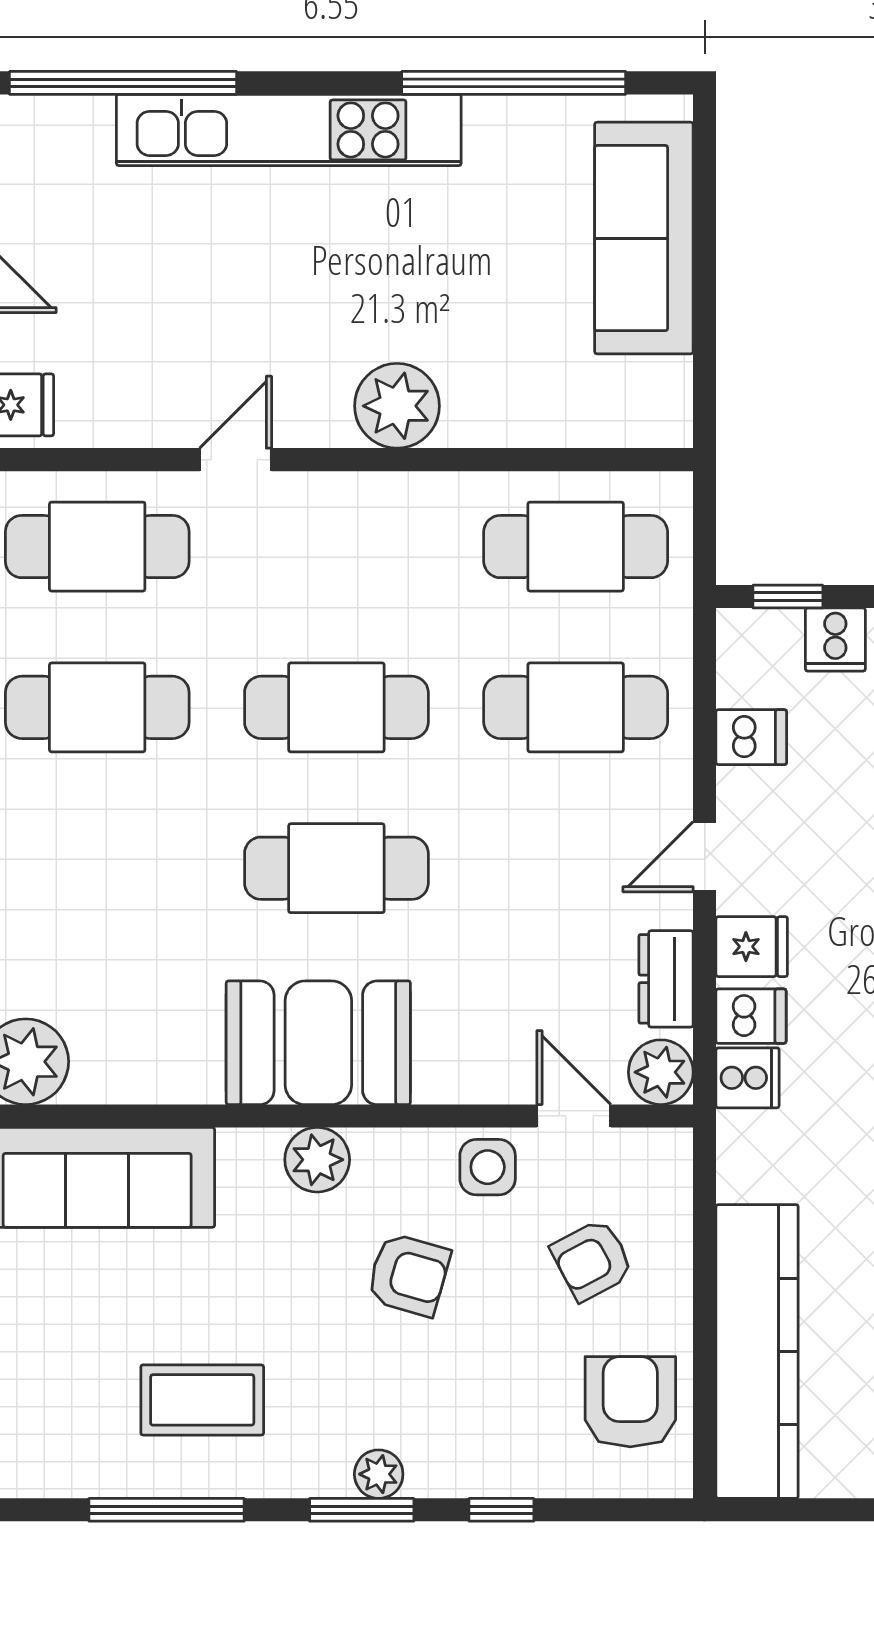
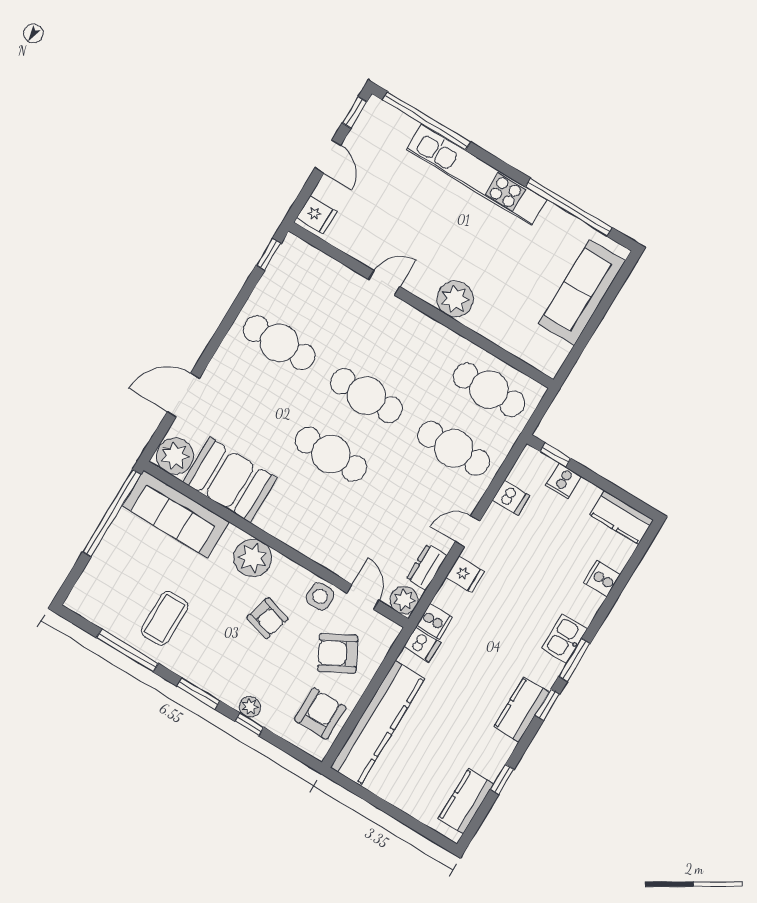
cafe table: (97, 547) -> (315, 284), removed
dishwasher: (751, 1016) -> (422, 645), moved
booth: (318, 1043) -> (230, 480), moved
plant: (317, 1160) -> (253, 558), width x1.36, depth x1.36
armchair: (592, 1260) -> (338, 653), width x1.38, depth x1.38
coffee table: (202, 1400) -> (165, 618), turned 90
plant: (379, 1474) -> (250, 707), moved

